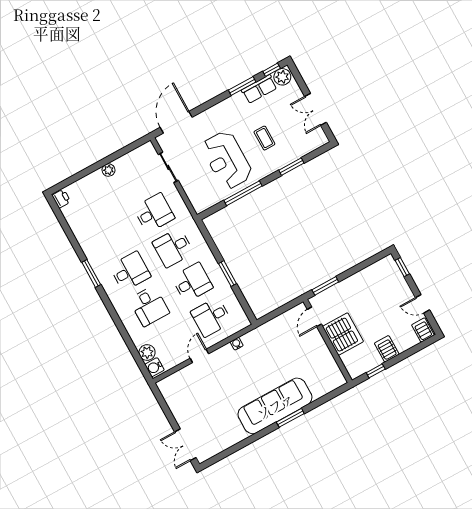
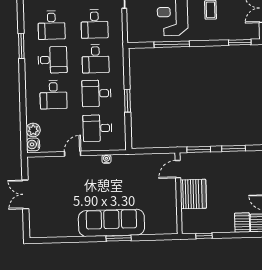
window: (291, 167) -> (240, 42), moved
desk: (154, 213) -> (95, 24), turned 90
desk: (111, 236) -> (52, 25), added
desk: (173, 248) -> (95, 59), turned -90
window: (360, 267) -> (234, 148), added
desk: (192, 282) -> (96, 93), turned 180
server rack: (387, 349) -> (242, 223), moved
double door: (185, 445) -> (25, 194), moved

